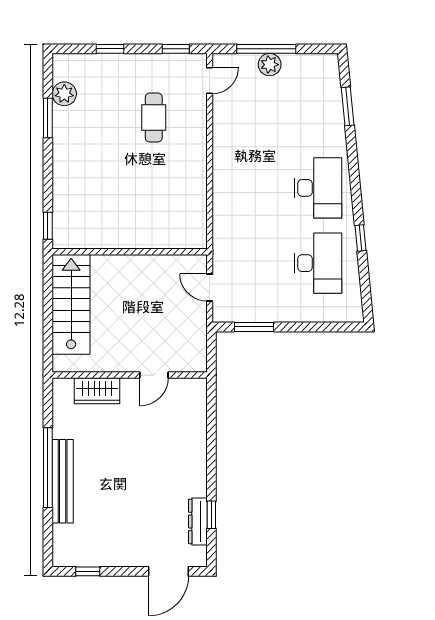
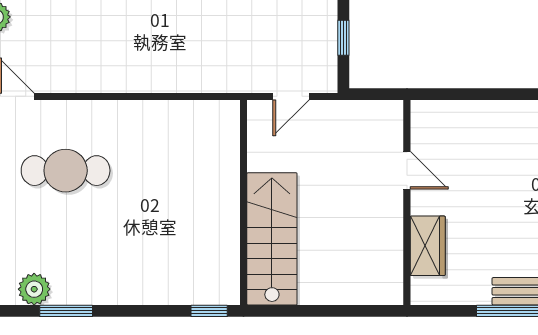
cafe table: (154, 117) -> (66, 171), width x1.37, depth x1.35
stairs: (71, 304) -> (272, 239), moved, turned 90
window: (254, 327) -> (343, 38), width x0.67

